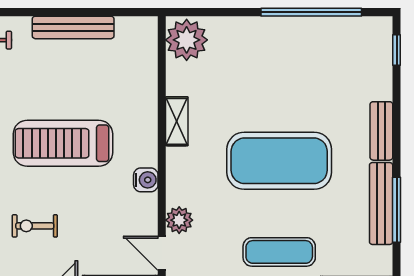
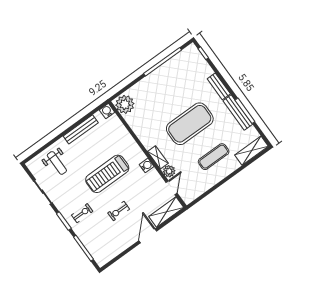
water cooler: (145, 29) -> (107, 111), added
shelving: (177, 121) -> (158, 157), moved
door: (162, 253) -> (172, 188), swing flipped

